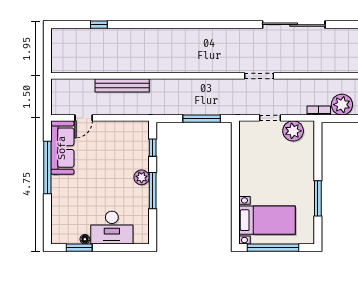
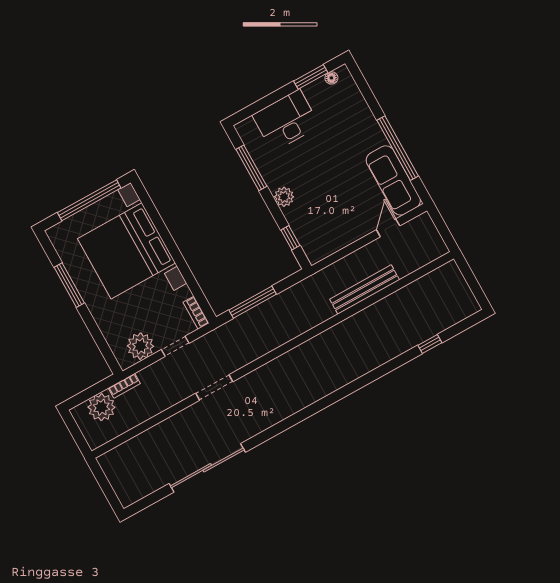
bookcase: (244, 133) -> (196, 313), added
window: (153, 191) -> (251, 168), moved
bed with nightstands: (267, 220) -> (126, 251), width x1.85
floor lamp: (85, 239) -> (331, 78), moved

